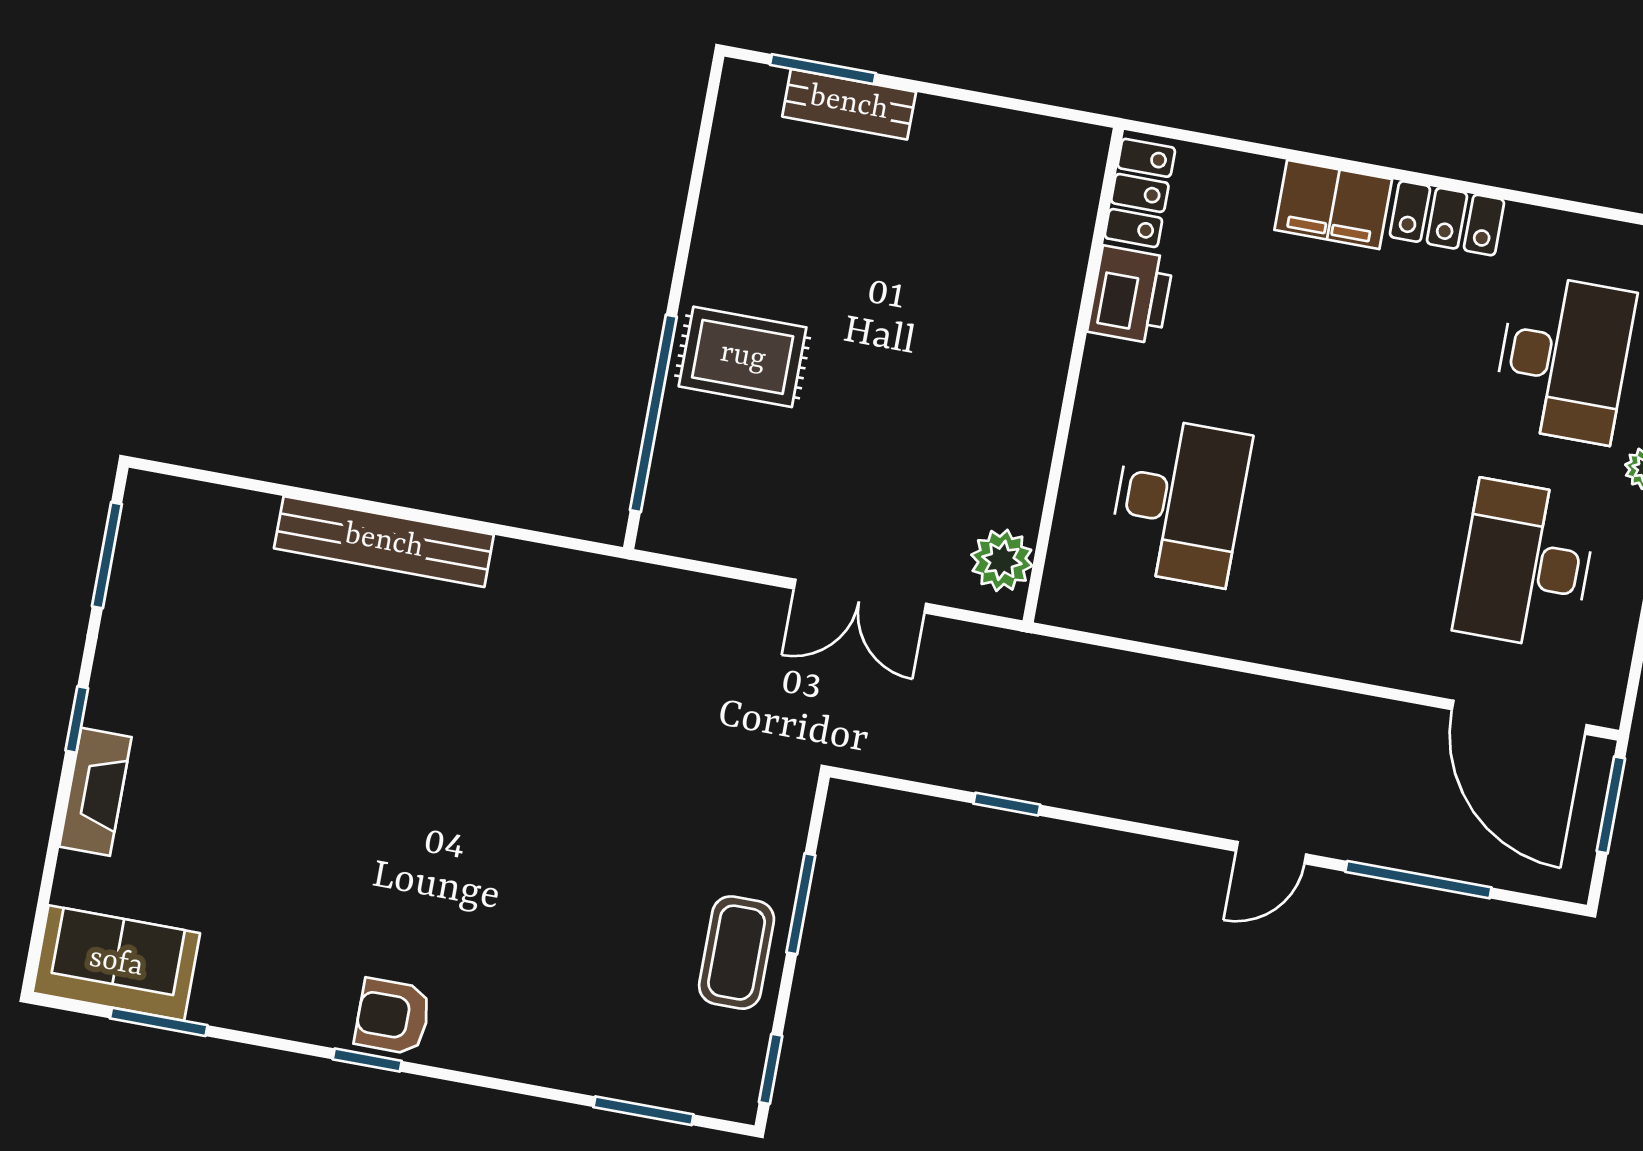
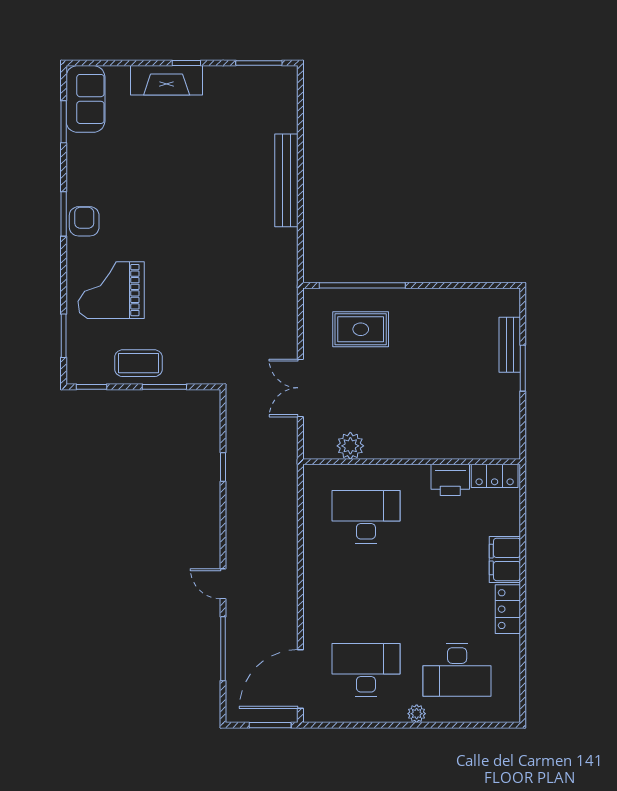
window: (823, 69) -> (523, 368), moved
rug: (743, 357) -> (361, 329), moved, turned 90
desk: (1179, 501) -> (366, 517), turned 180
plant: (1002, 560) -> (350, 446), moved
fireplace: (95, 792) -> (167, 80), width x1.37, depth x1.32
grand piano: (560, 984) -> (111, 290), added
window: (367, 1060) -> (64, 214), width x1.50

